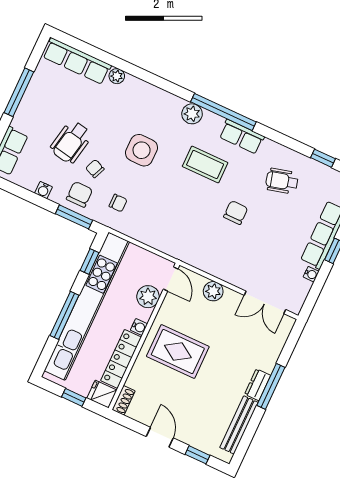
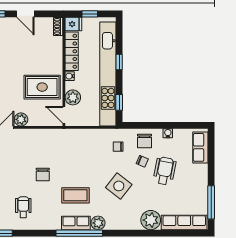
plant: (117, 76) -> (151, 220), width x1.87, depth x1.87
window: (19, 92) -> (211, 202), moved
row of seats: (242, 137) -> (76, 223), moved
side table: (142, 150) -> (119, 186), turned 38
wheelchair: (282, 181) -> (23, 207), turned -75
window: (74, 217) -> (141, 125), removed
plant: (213, 291) -> (21, 119), moved
window: (64, 315) -> (119, 62), width x0.46
rug: (178, 351) -> (42, 87), moved

